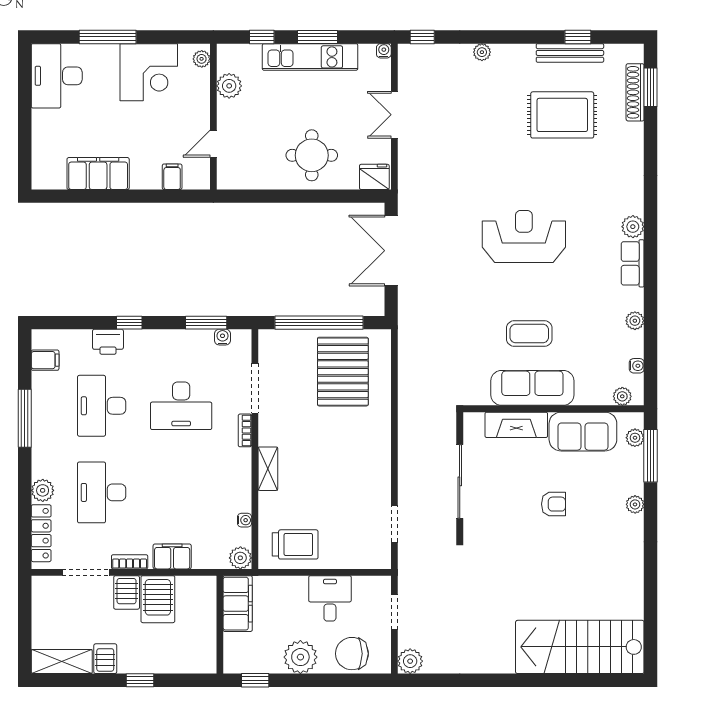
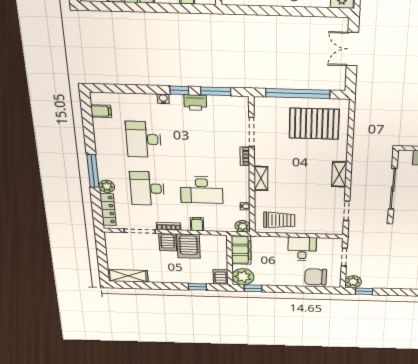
double door: (391, 251) -> (352, 49), width x0.73
window: (129, 323) -> (179, 90), moved
water cooler: (222, 337) -> (163, 99), moved
printer: (108, 342) -> (195, 103), moved
pallet: (343, 372) -> (314, 124), turned 90
desk: (181, 406) -> (202, 190), moved
window: (25, 418) -> (93, 171), moved
shelving: (381, 458) -> (339, 174), added
filing cabinet: (172, 556) -> (197, 224), width x0.50
plant: (300, 657) -> (243, 277), moved
server rack: (105, 659) -> (221, 277), moved
window: (140, 680) -> (197, 287), moved
window: (428, 680) -> (364, 291), added

